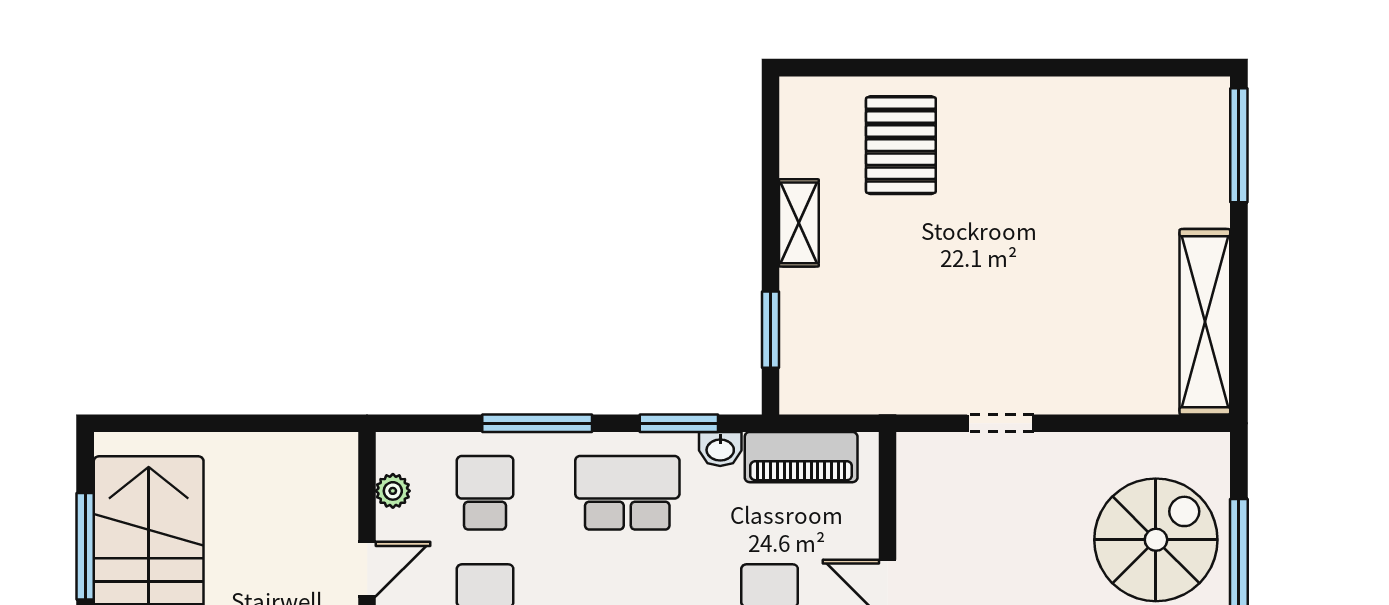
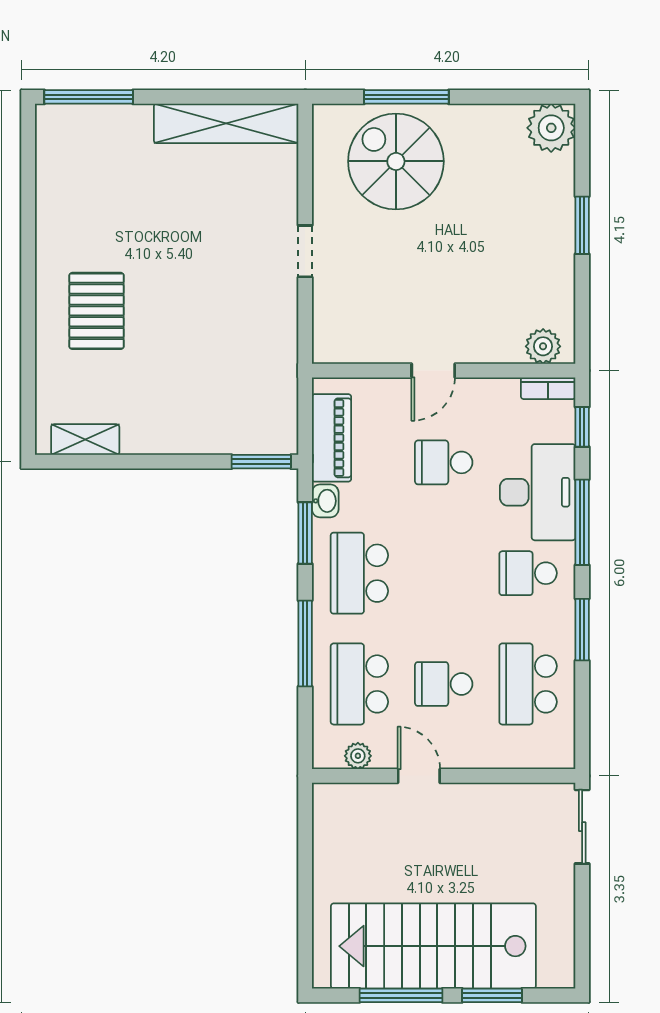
pallet: (901, 145) -> (97, 311), moved, turned 90
shelving: (799, 223) -> (85, 440), moved
window: (770, 330) -> (261, 462), moved
doorway: (1000, 423) -> (305, 251), moved
school desk: (485, 493) -> (359, 684), width x1.85

